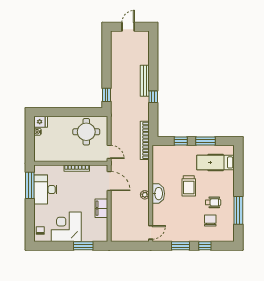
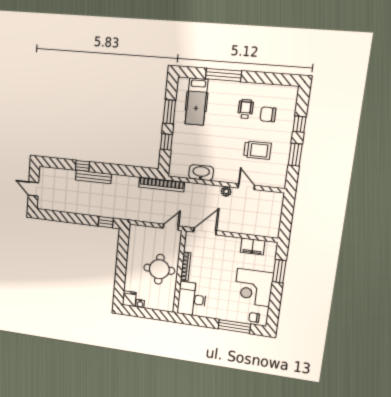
window: (153, 97) -> (82, 166), moved
round table: (86, 132) -> (159, 269), moved
window: (30, 185) -> (234, 326), moved
trolley: (189, 186) -> (257, 150), moved
desk: (45, 190) -> (192, 299), moved, turned 90
washbasin: (158, 194) -> (201, 173), moved
filing cabinet: (101, 208) -> (253, 246), moved
window: (238, 210) -> (223, 75), moved
door: (151, 232) -> (246, 187), moved

